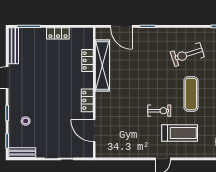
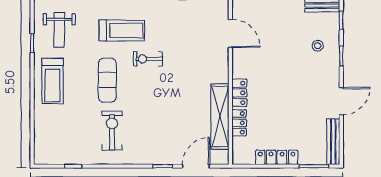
door: (121, 26) -> (196, 166), hinge flipped
locker: (58, 33) -> (277, 157), width x1.53
exercise bike: (187, 54) -> (112, 130), turned -72
locker: (87, 100) -> (239, 93), moved
treadmill: (180, 133) -> (122, 30), turned 180

